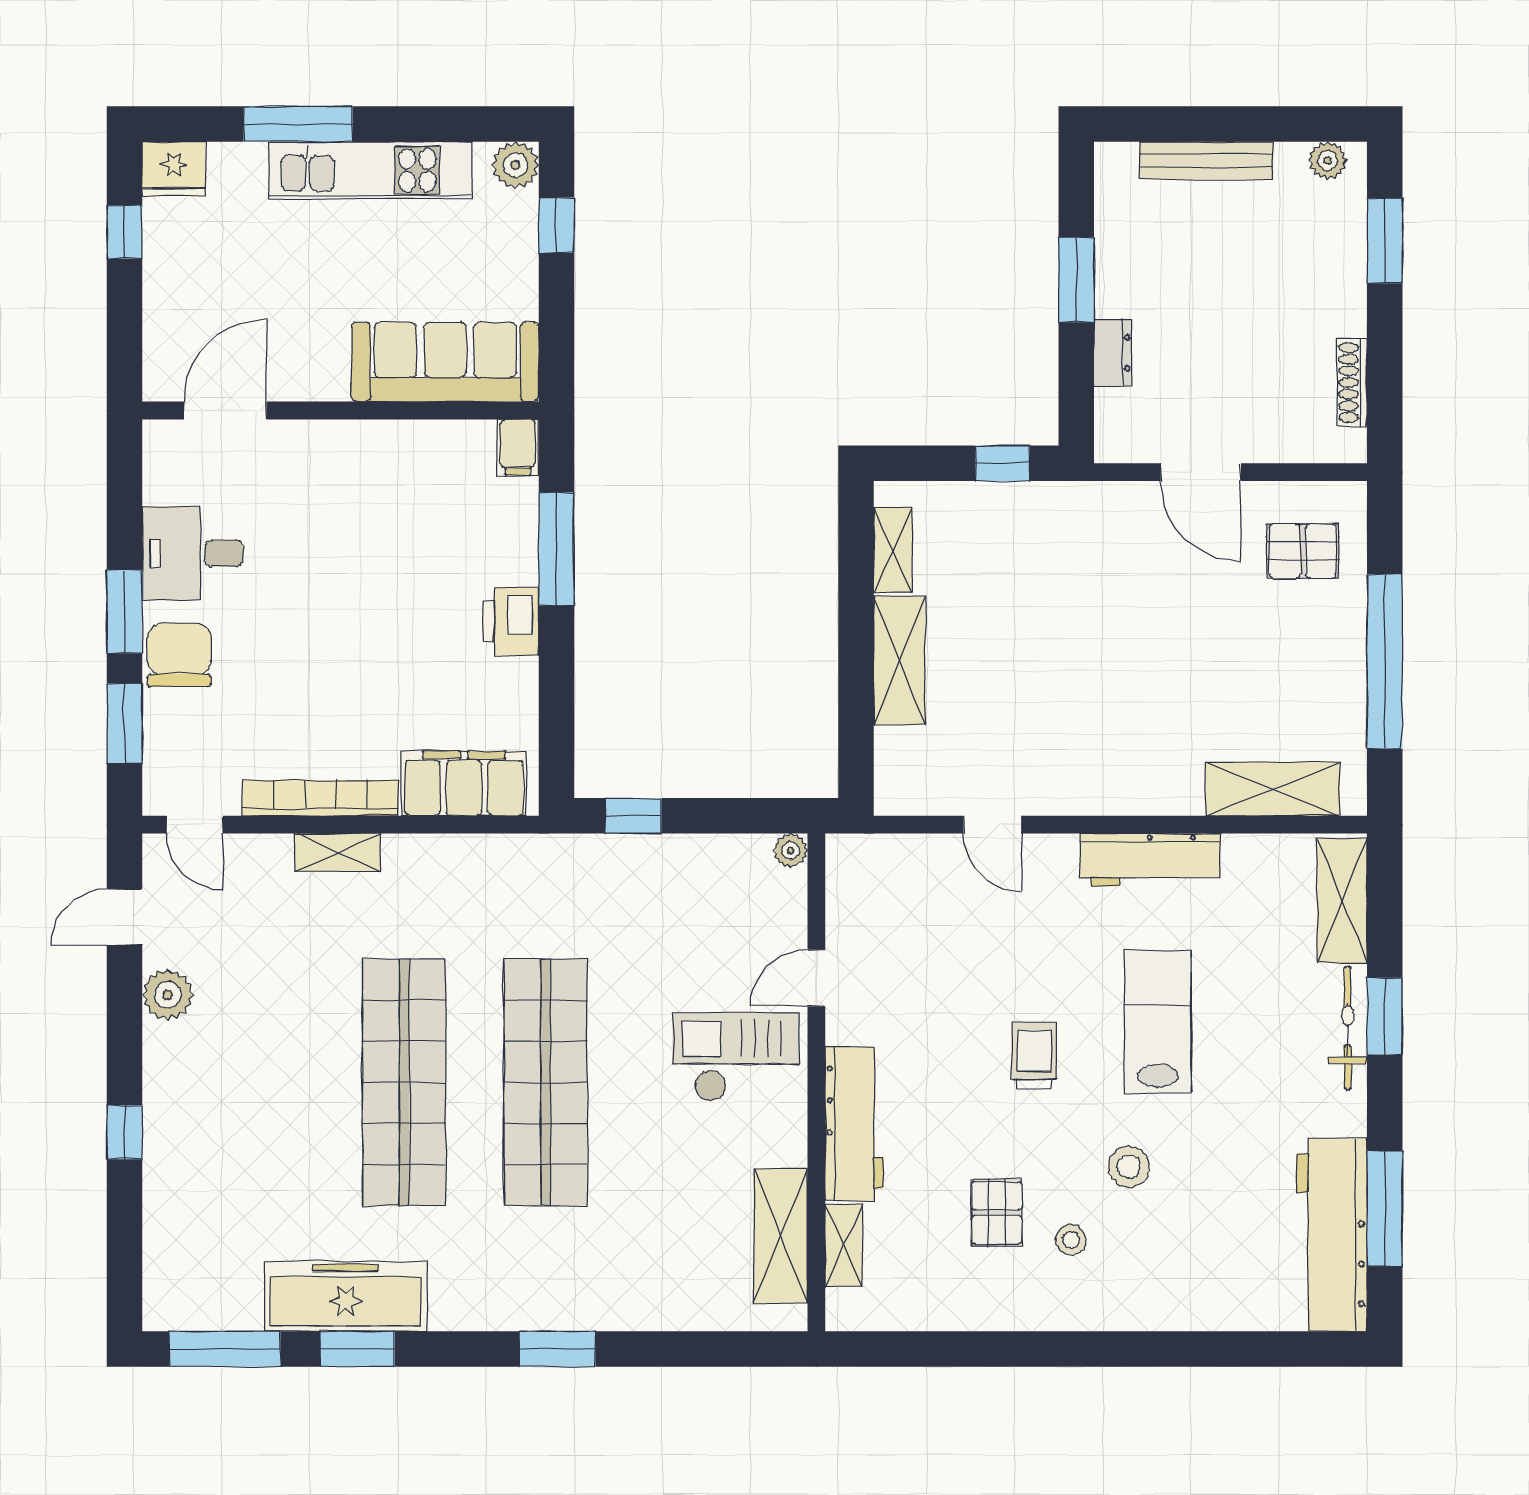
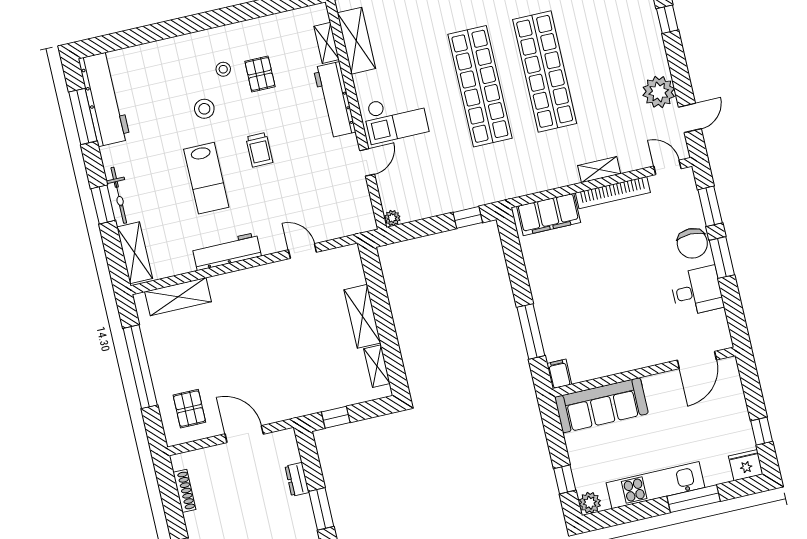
pallet: (1303, 551) -> (189, 409), turned 90
printer: (511, 621) -> (544, 293), removed
plant: (168, 995) -> (659, 92), width x1.36, depth x1.36

